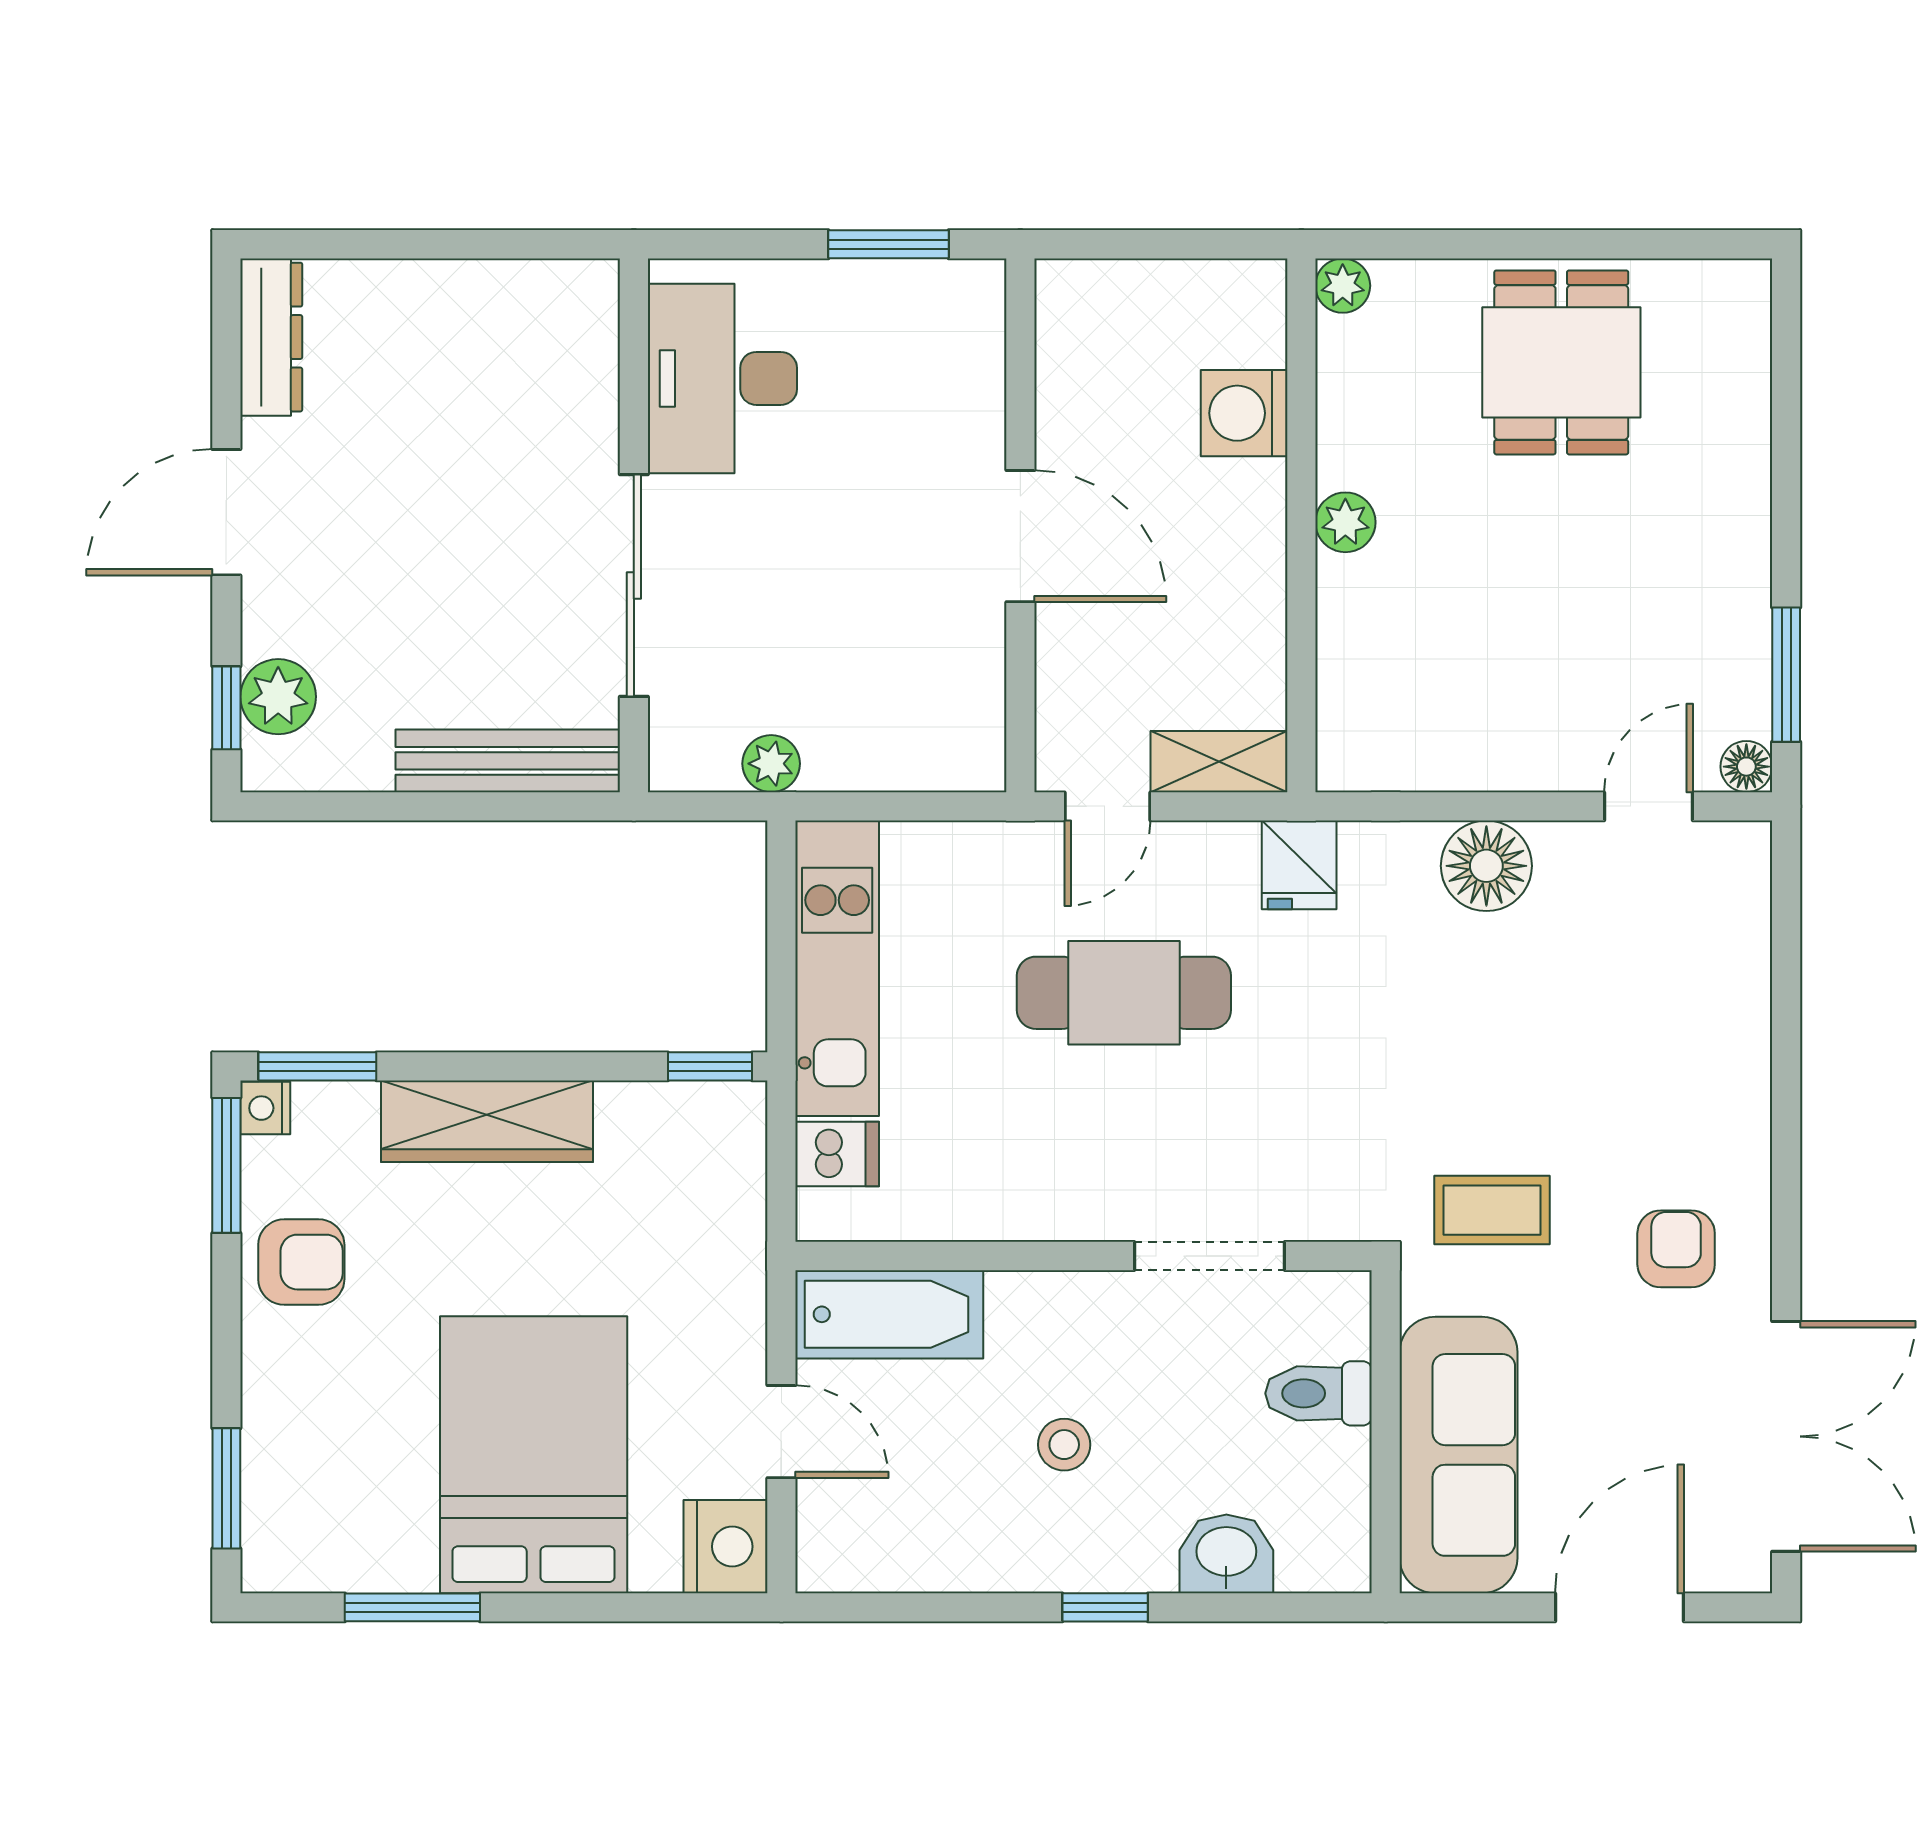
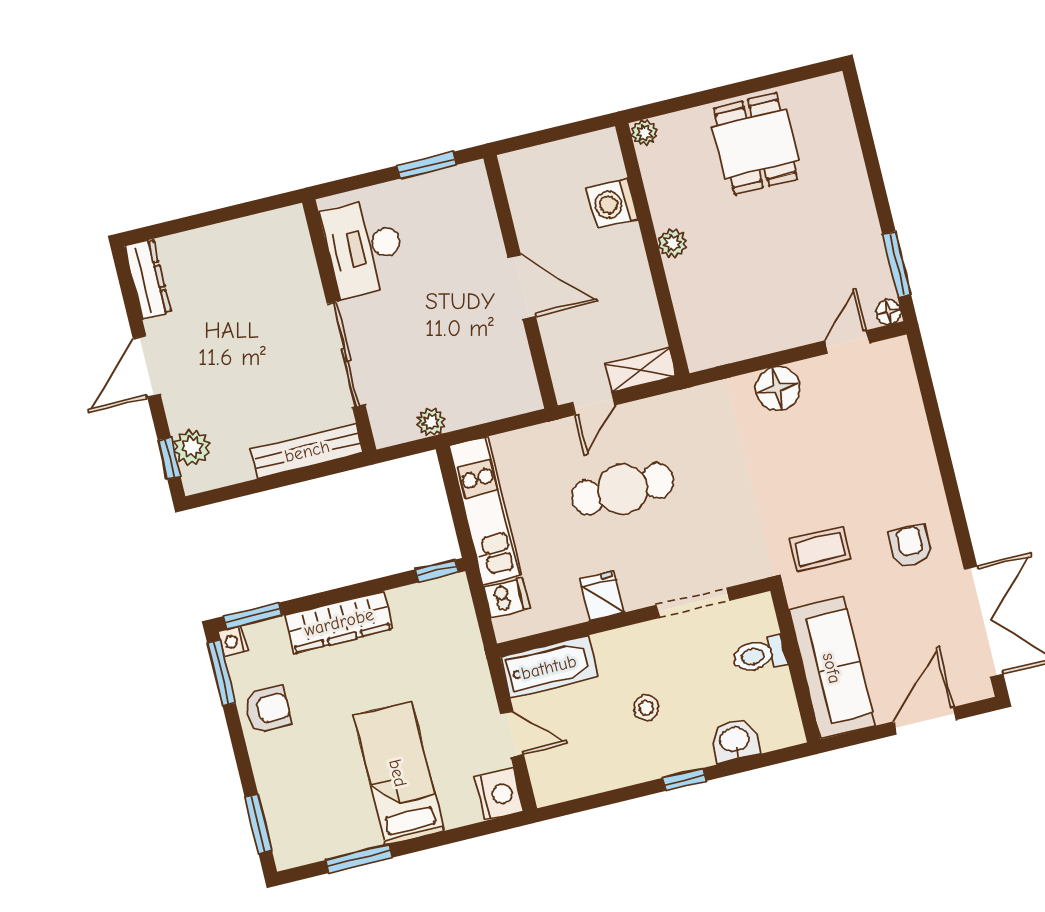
fridge: (1299, 865) -> (602, 596), moved, turned 180
bed: (534, 1455) -> (398, 773), width x0.67

